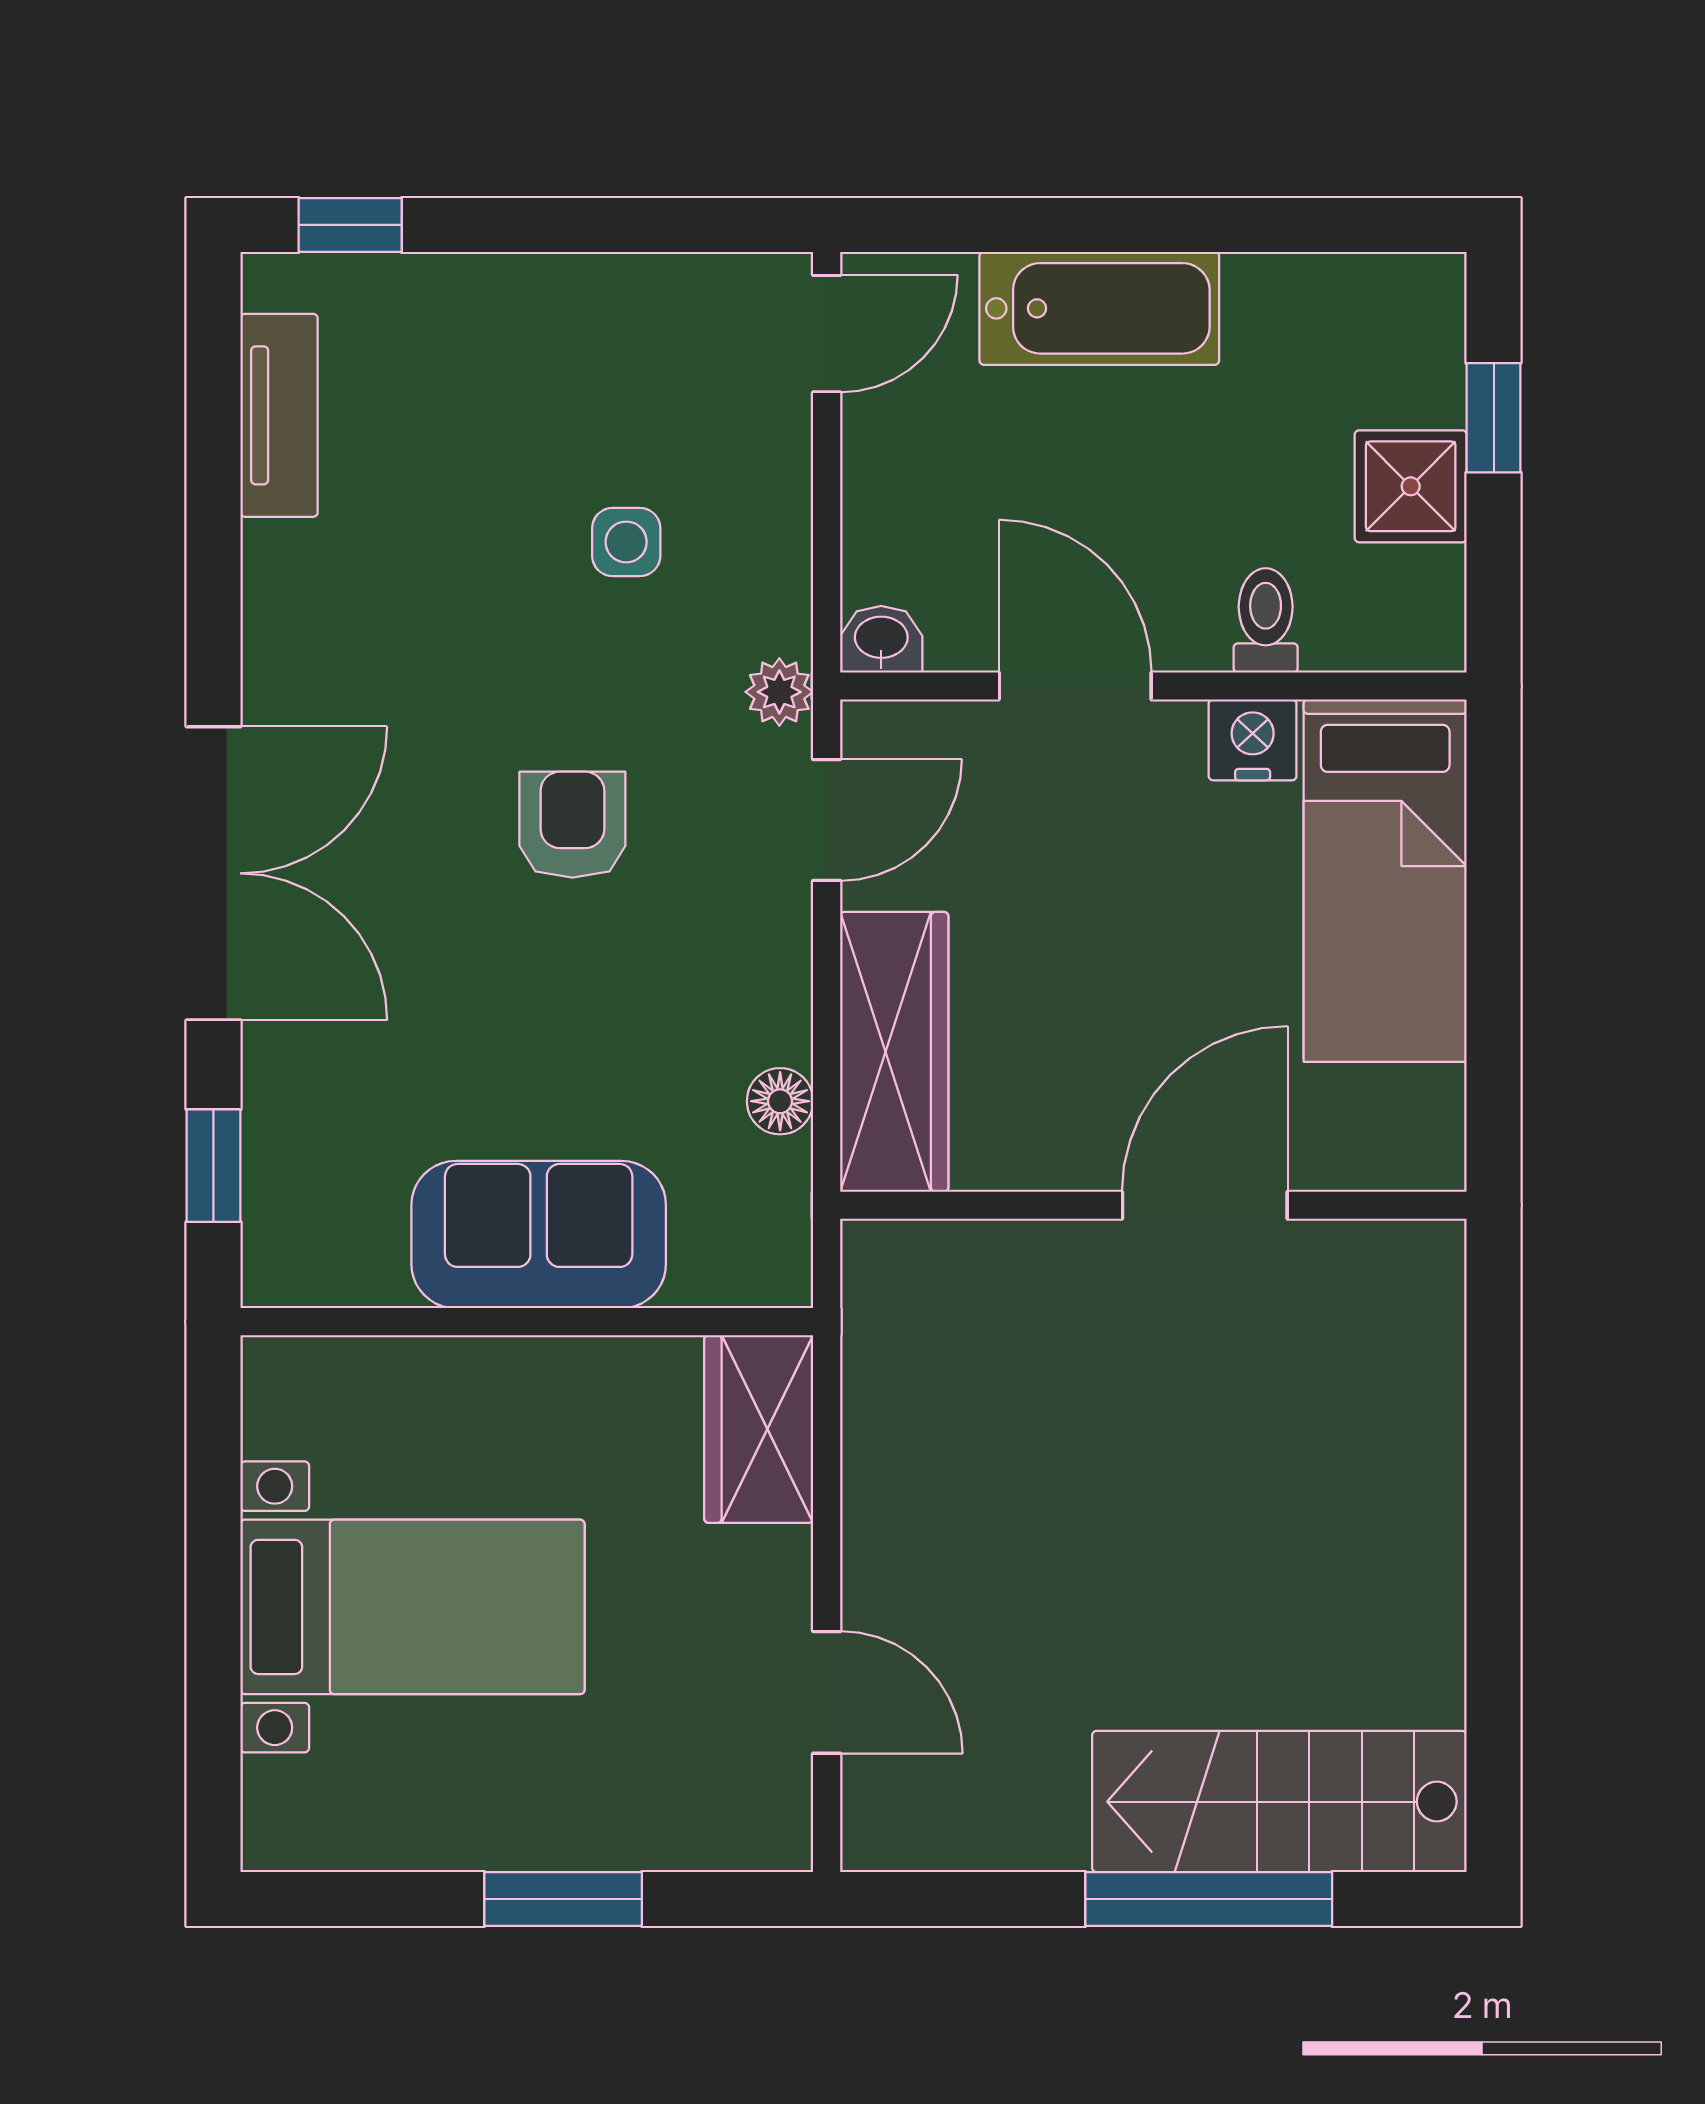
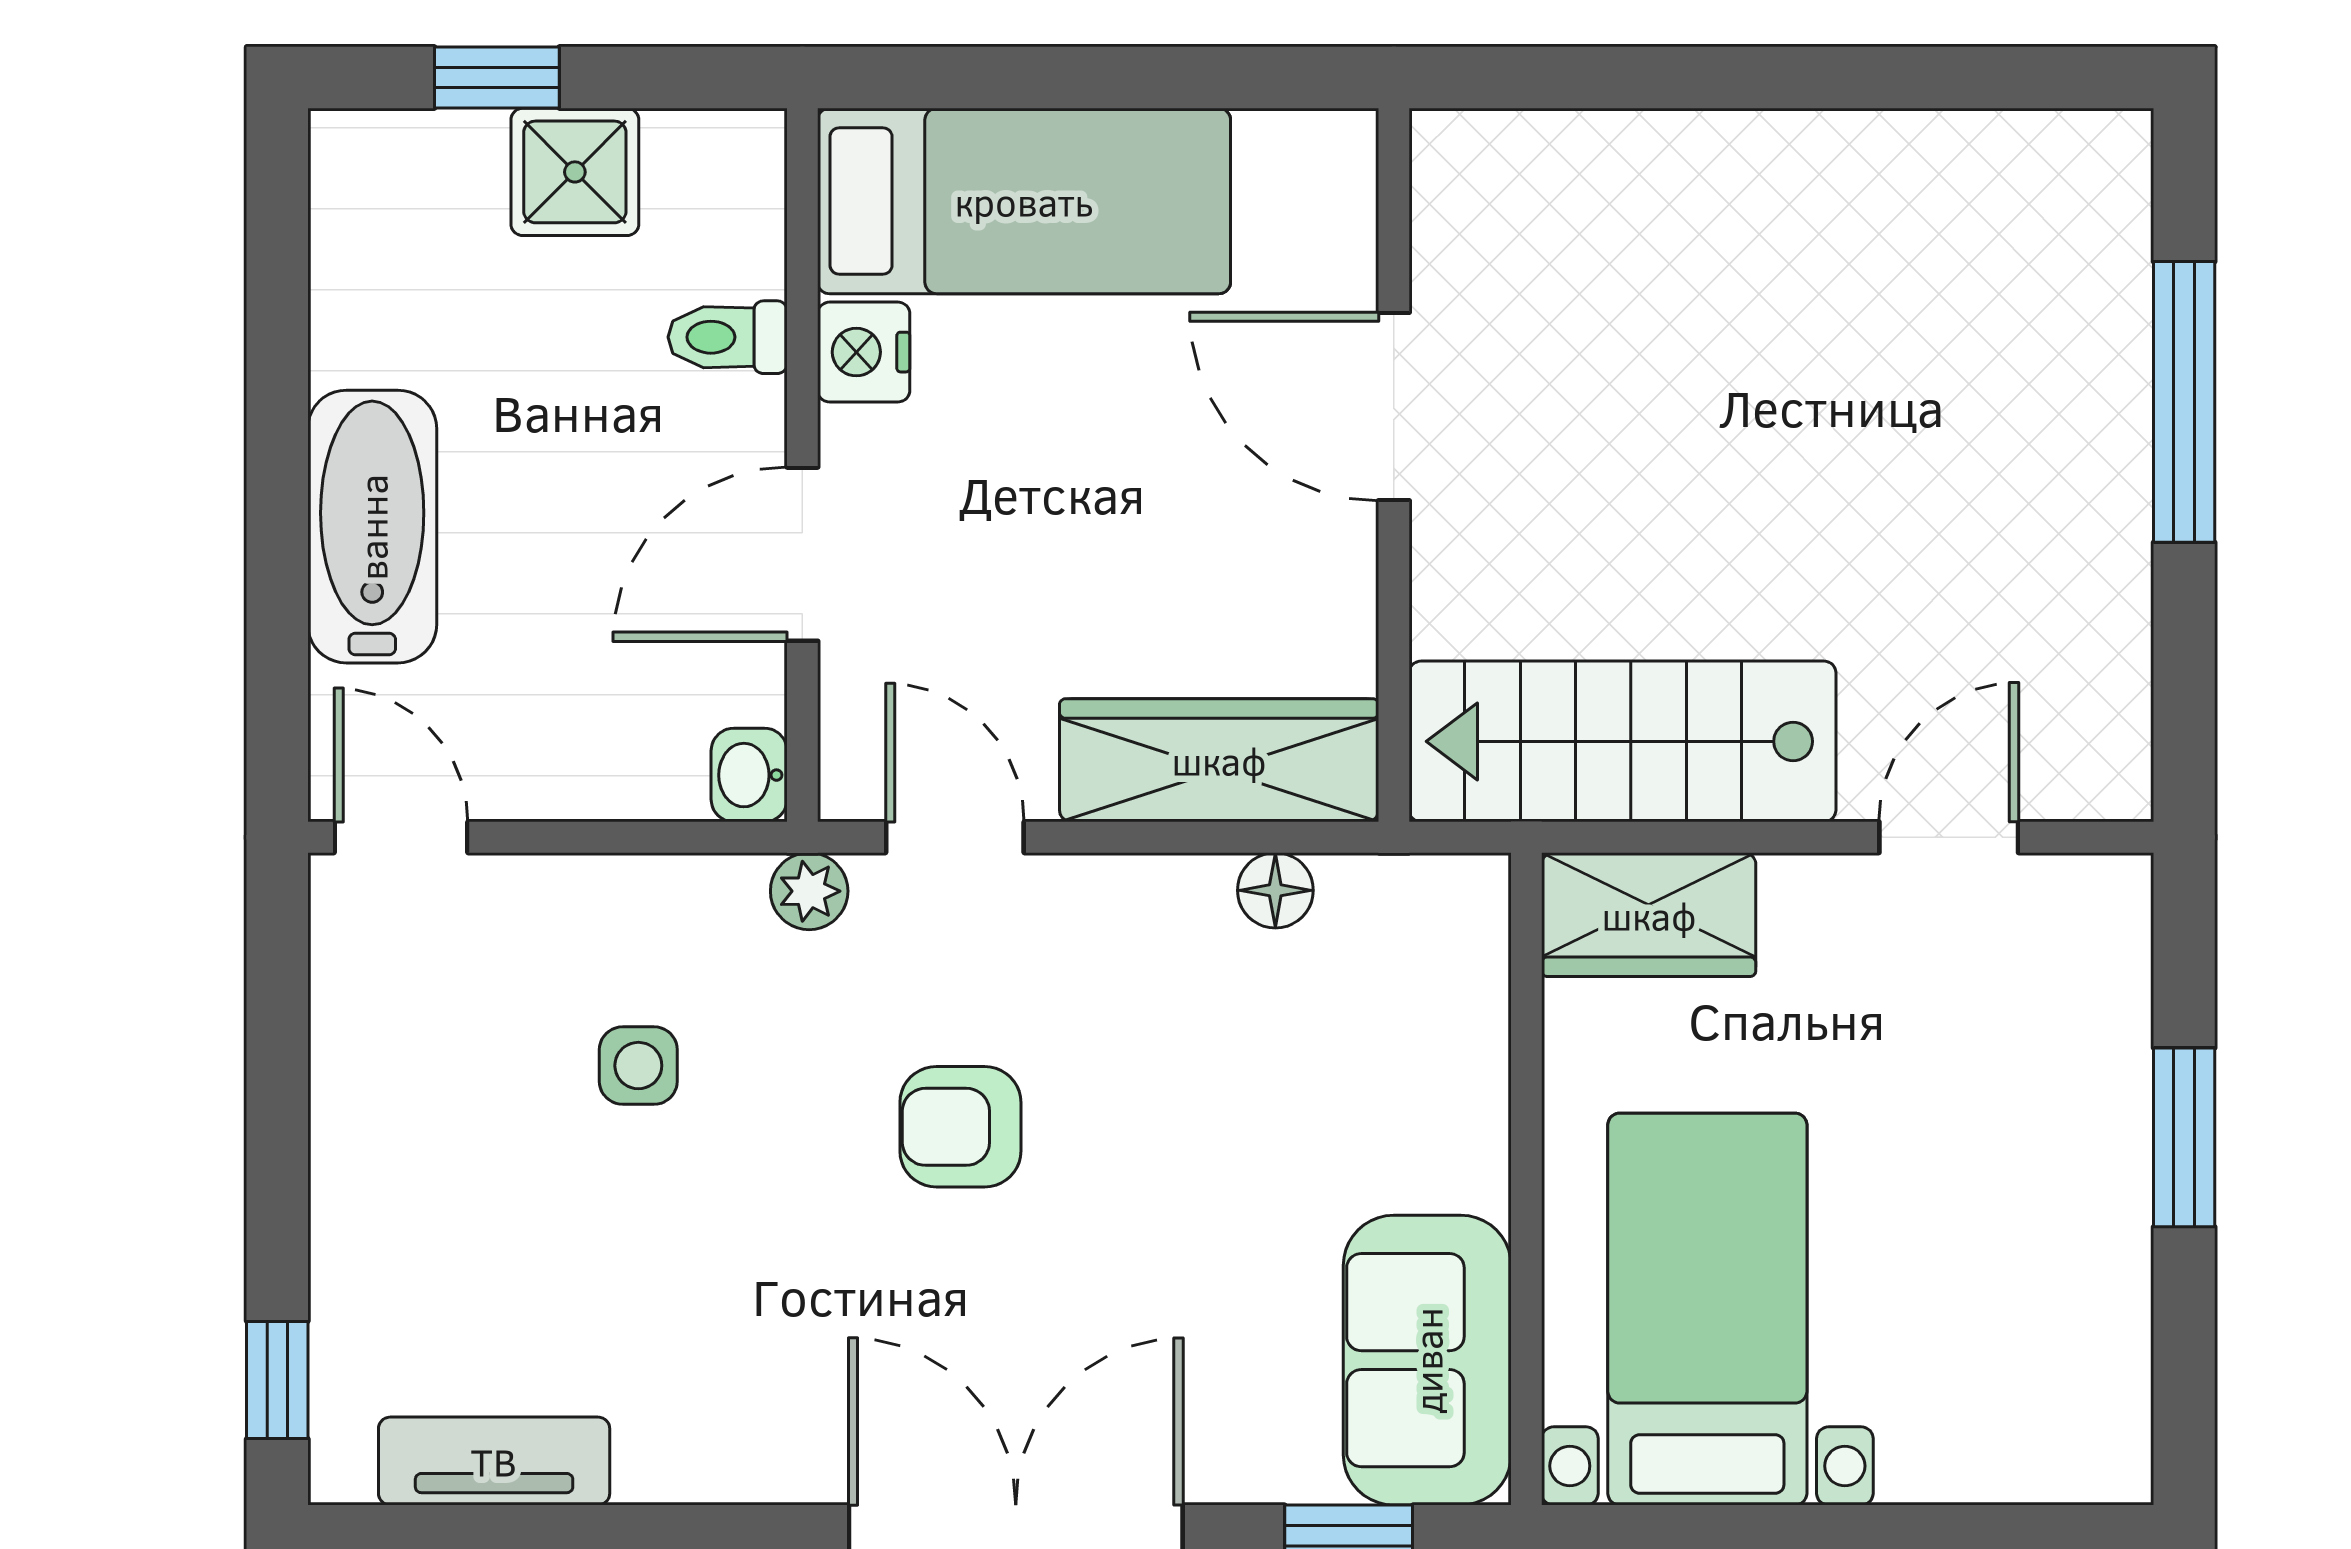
sofa: (539, 1235) -> (1427, 1360), moved
bed with nightstands: (412, 1607) -> (1707, 1309), moved
stairs: (1279, 1802) -> (1622, 741), moved, turned 90

